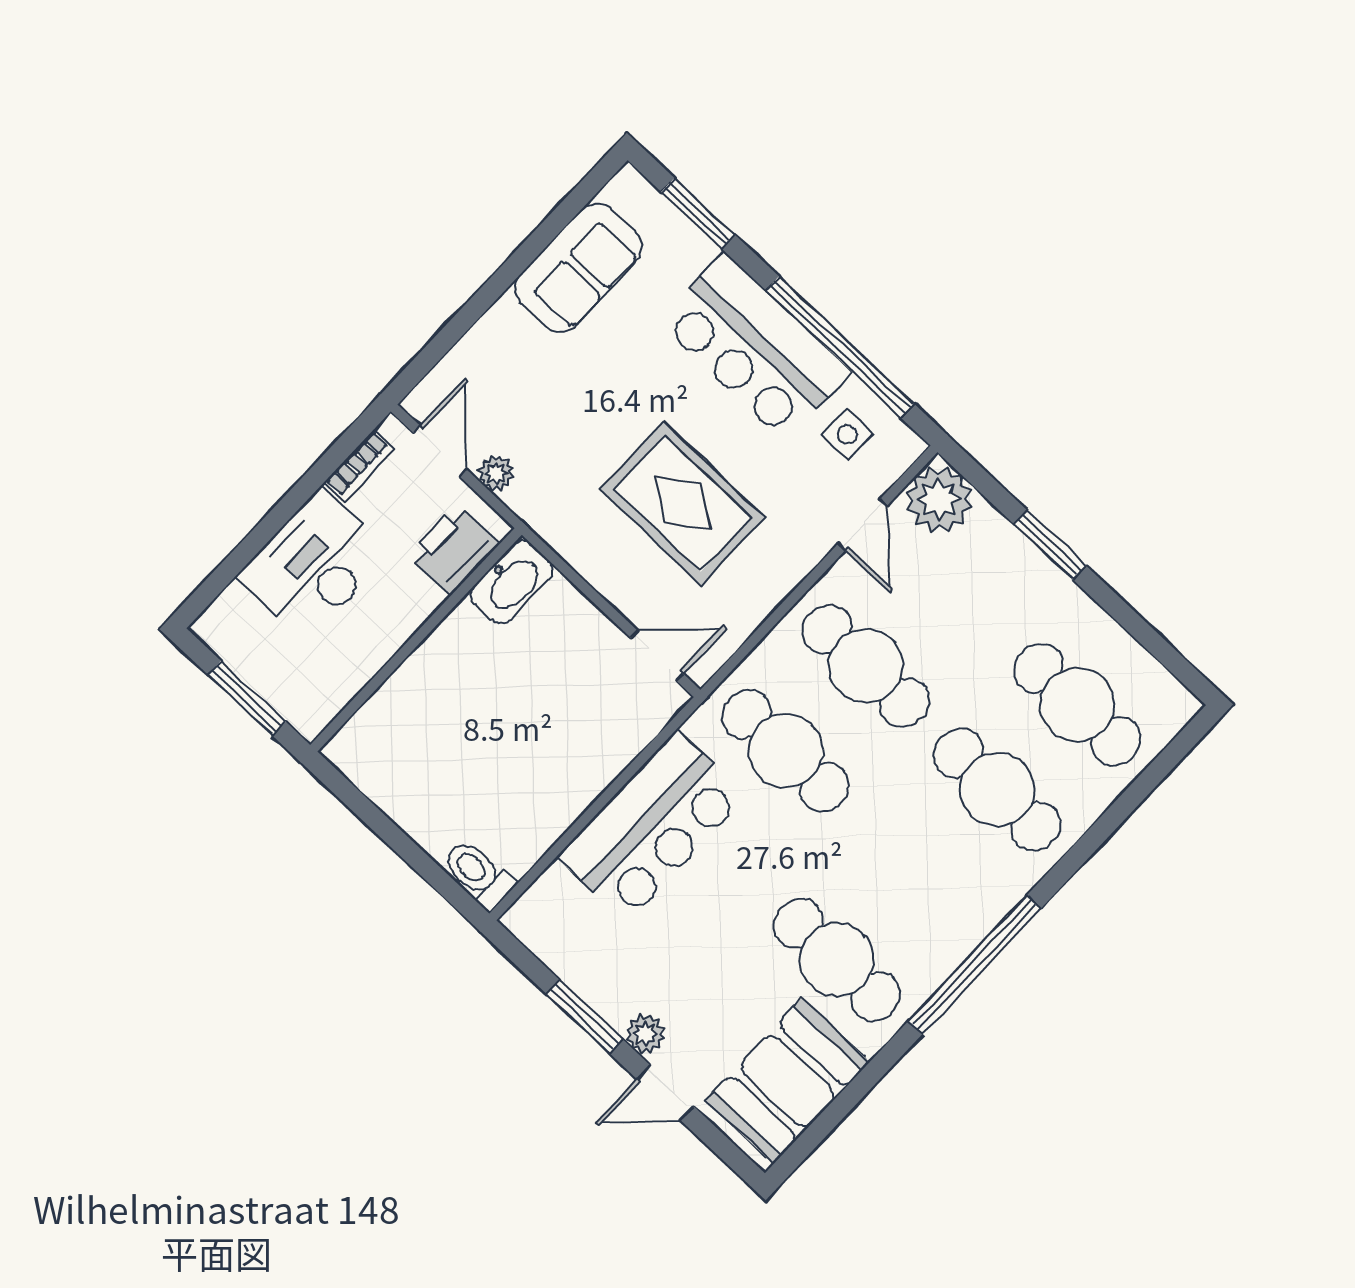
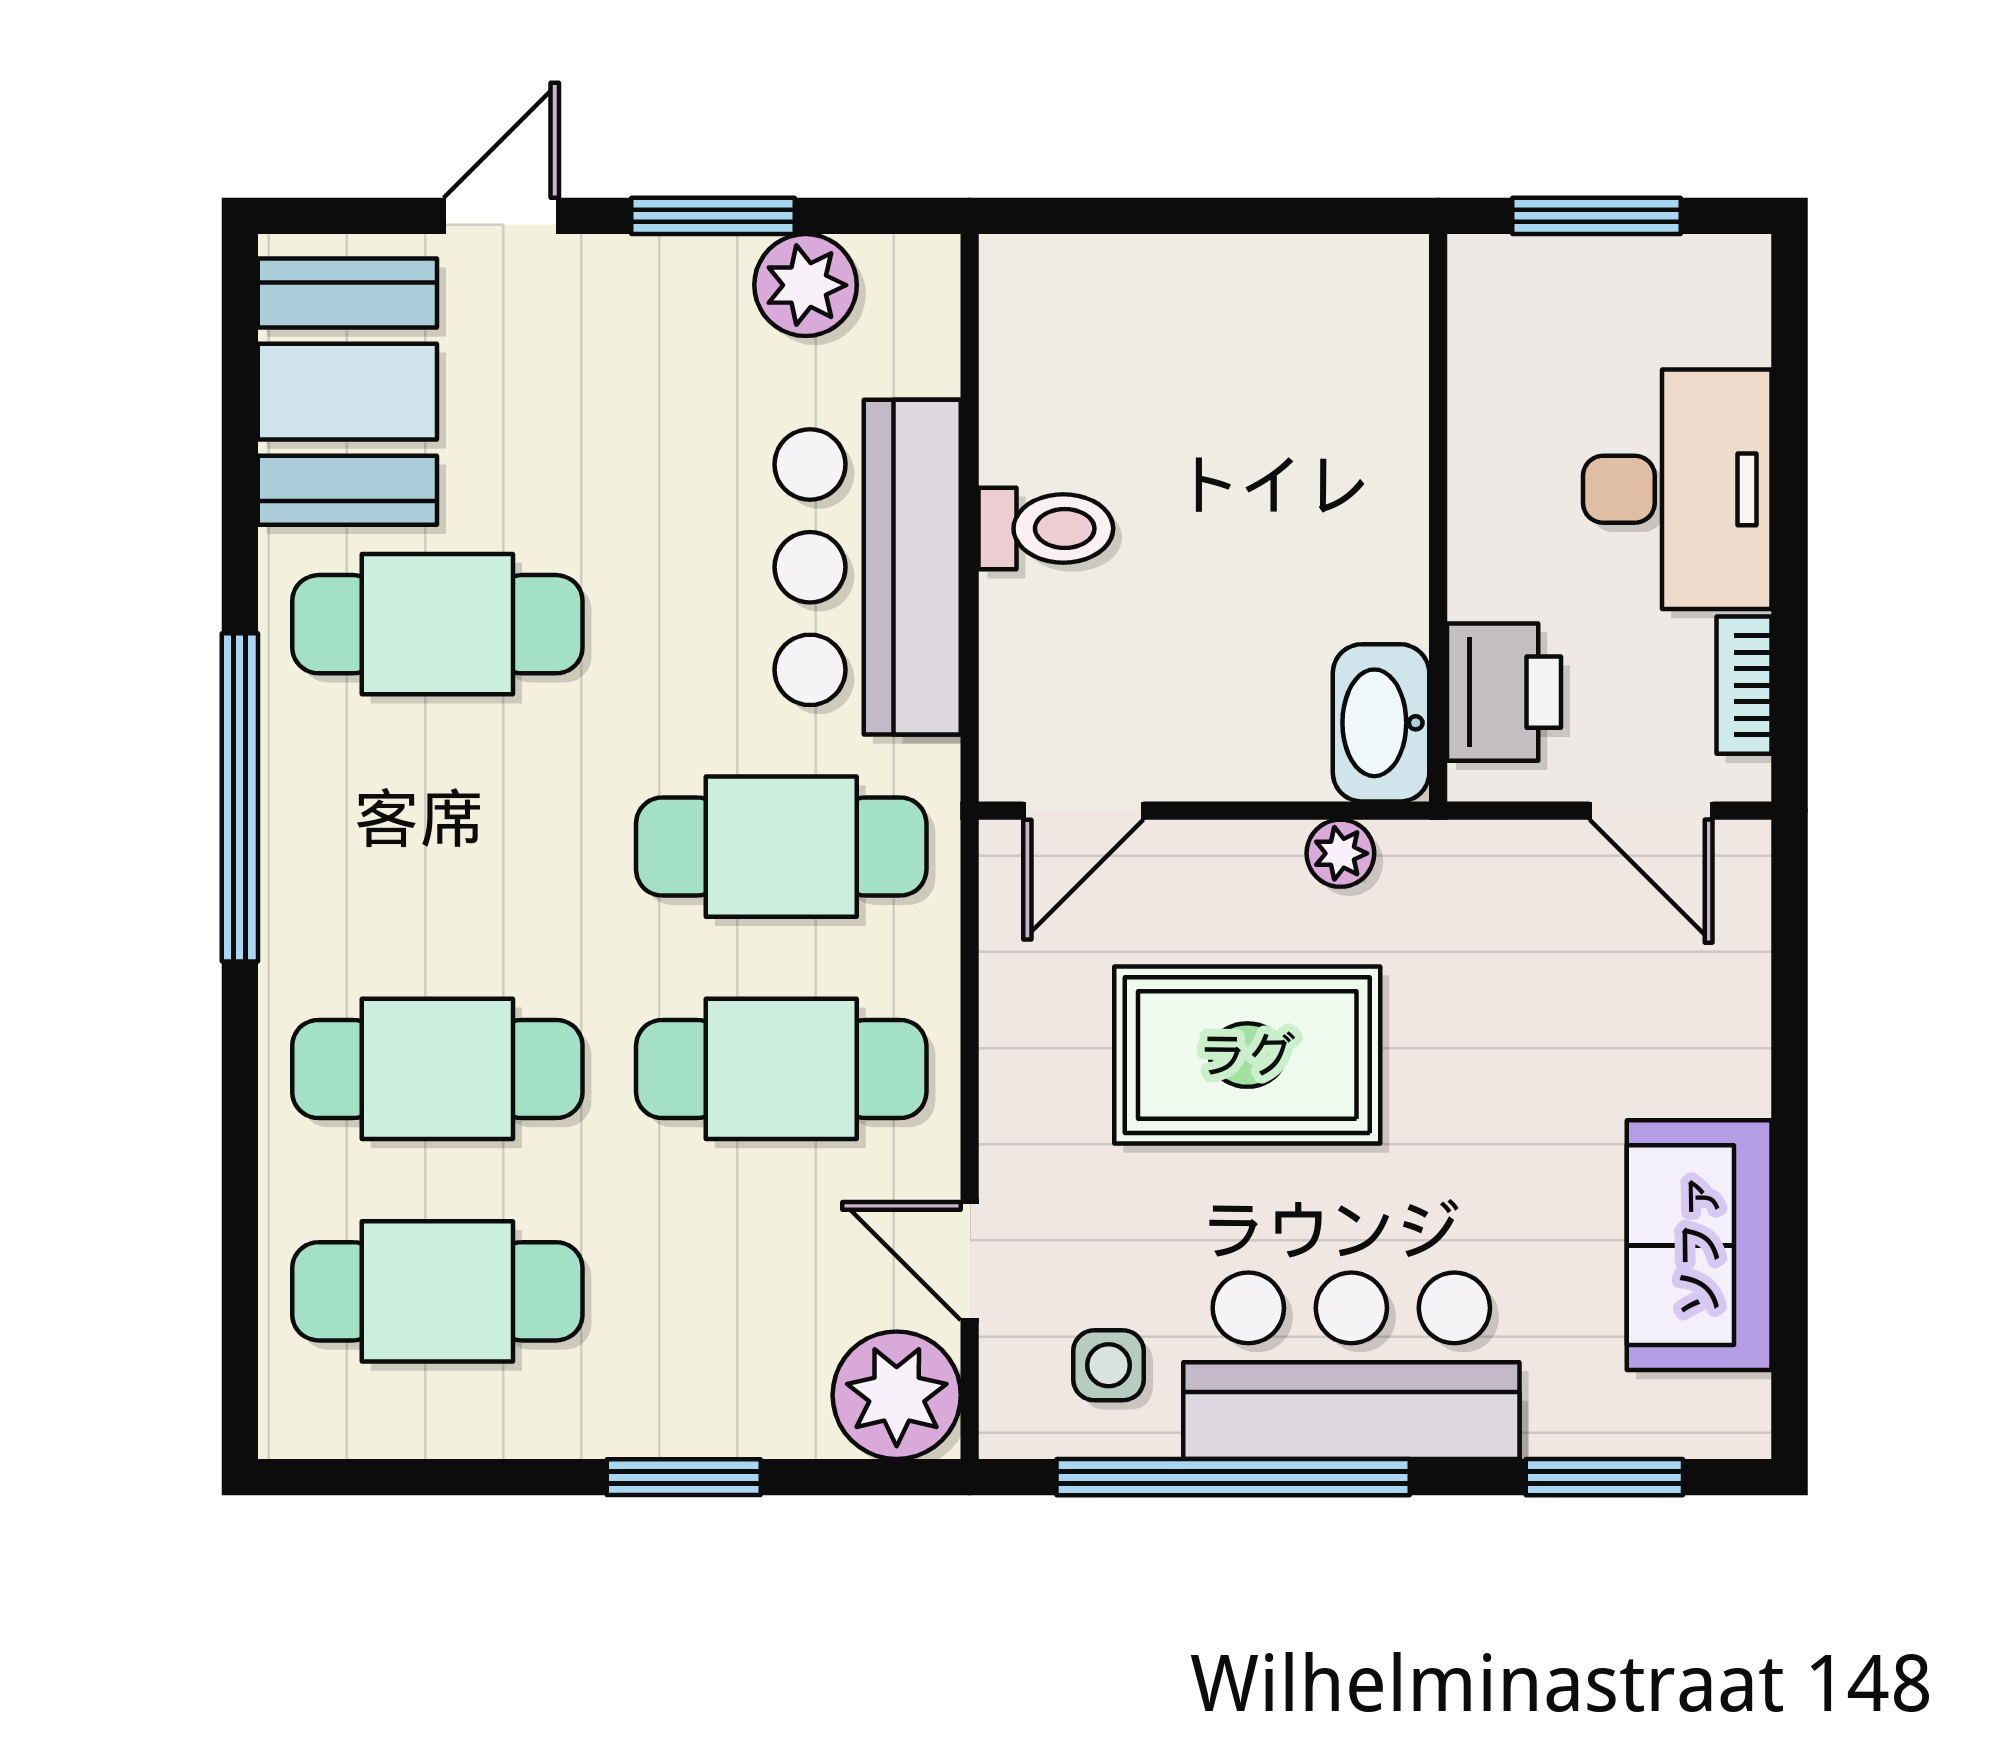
plant: (496, 473) -> (1340, 853), moved
toilet: (478, 874) -> (1046, 528), moved
plant: (645, 1034) -> (806, 285), moved, width x1.38, depth x1.38

